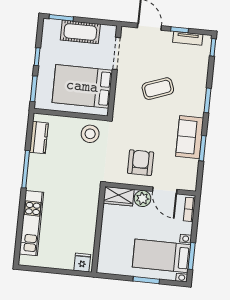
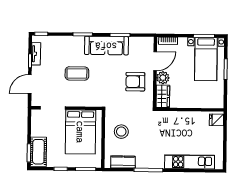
cot: (80, 32) -> (38, 152), moved
coffee table: (158, 89) -> (77, 73), turned -70
stool: (90, 134) -> (121, 132), moved
sofa: (190, 137) -> (106, 46), width x1.36

